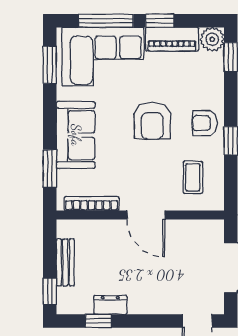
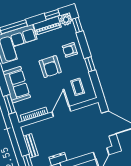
window: (160, 21) -> (52, 14), moved
armchair: (205, 123) -> (70, 50), moved
door: (146, 215) -> (61, 112), swing flipped

